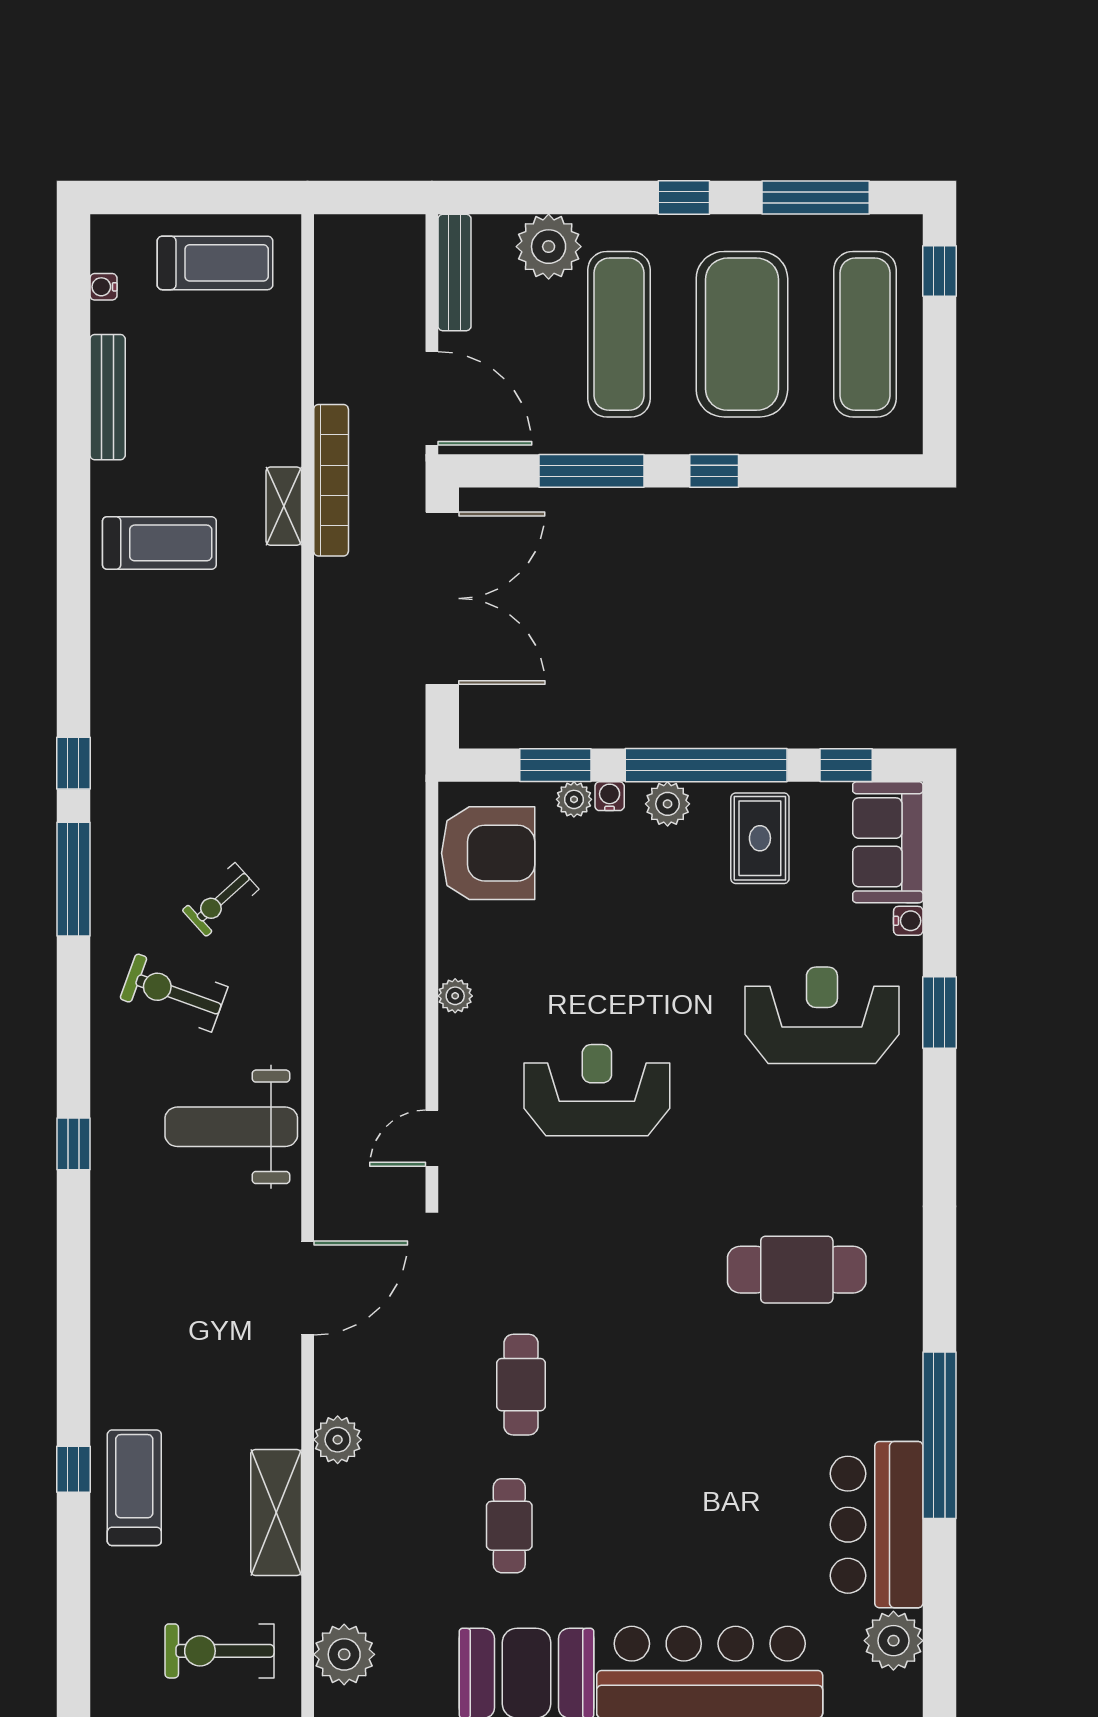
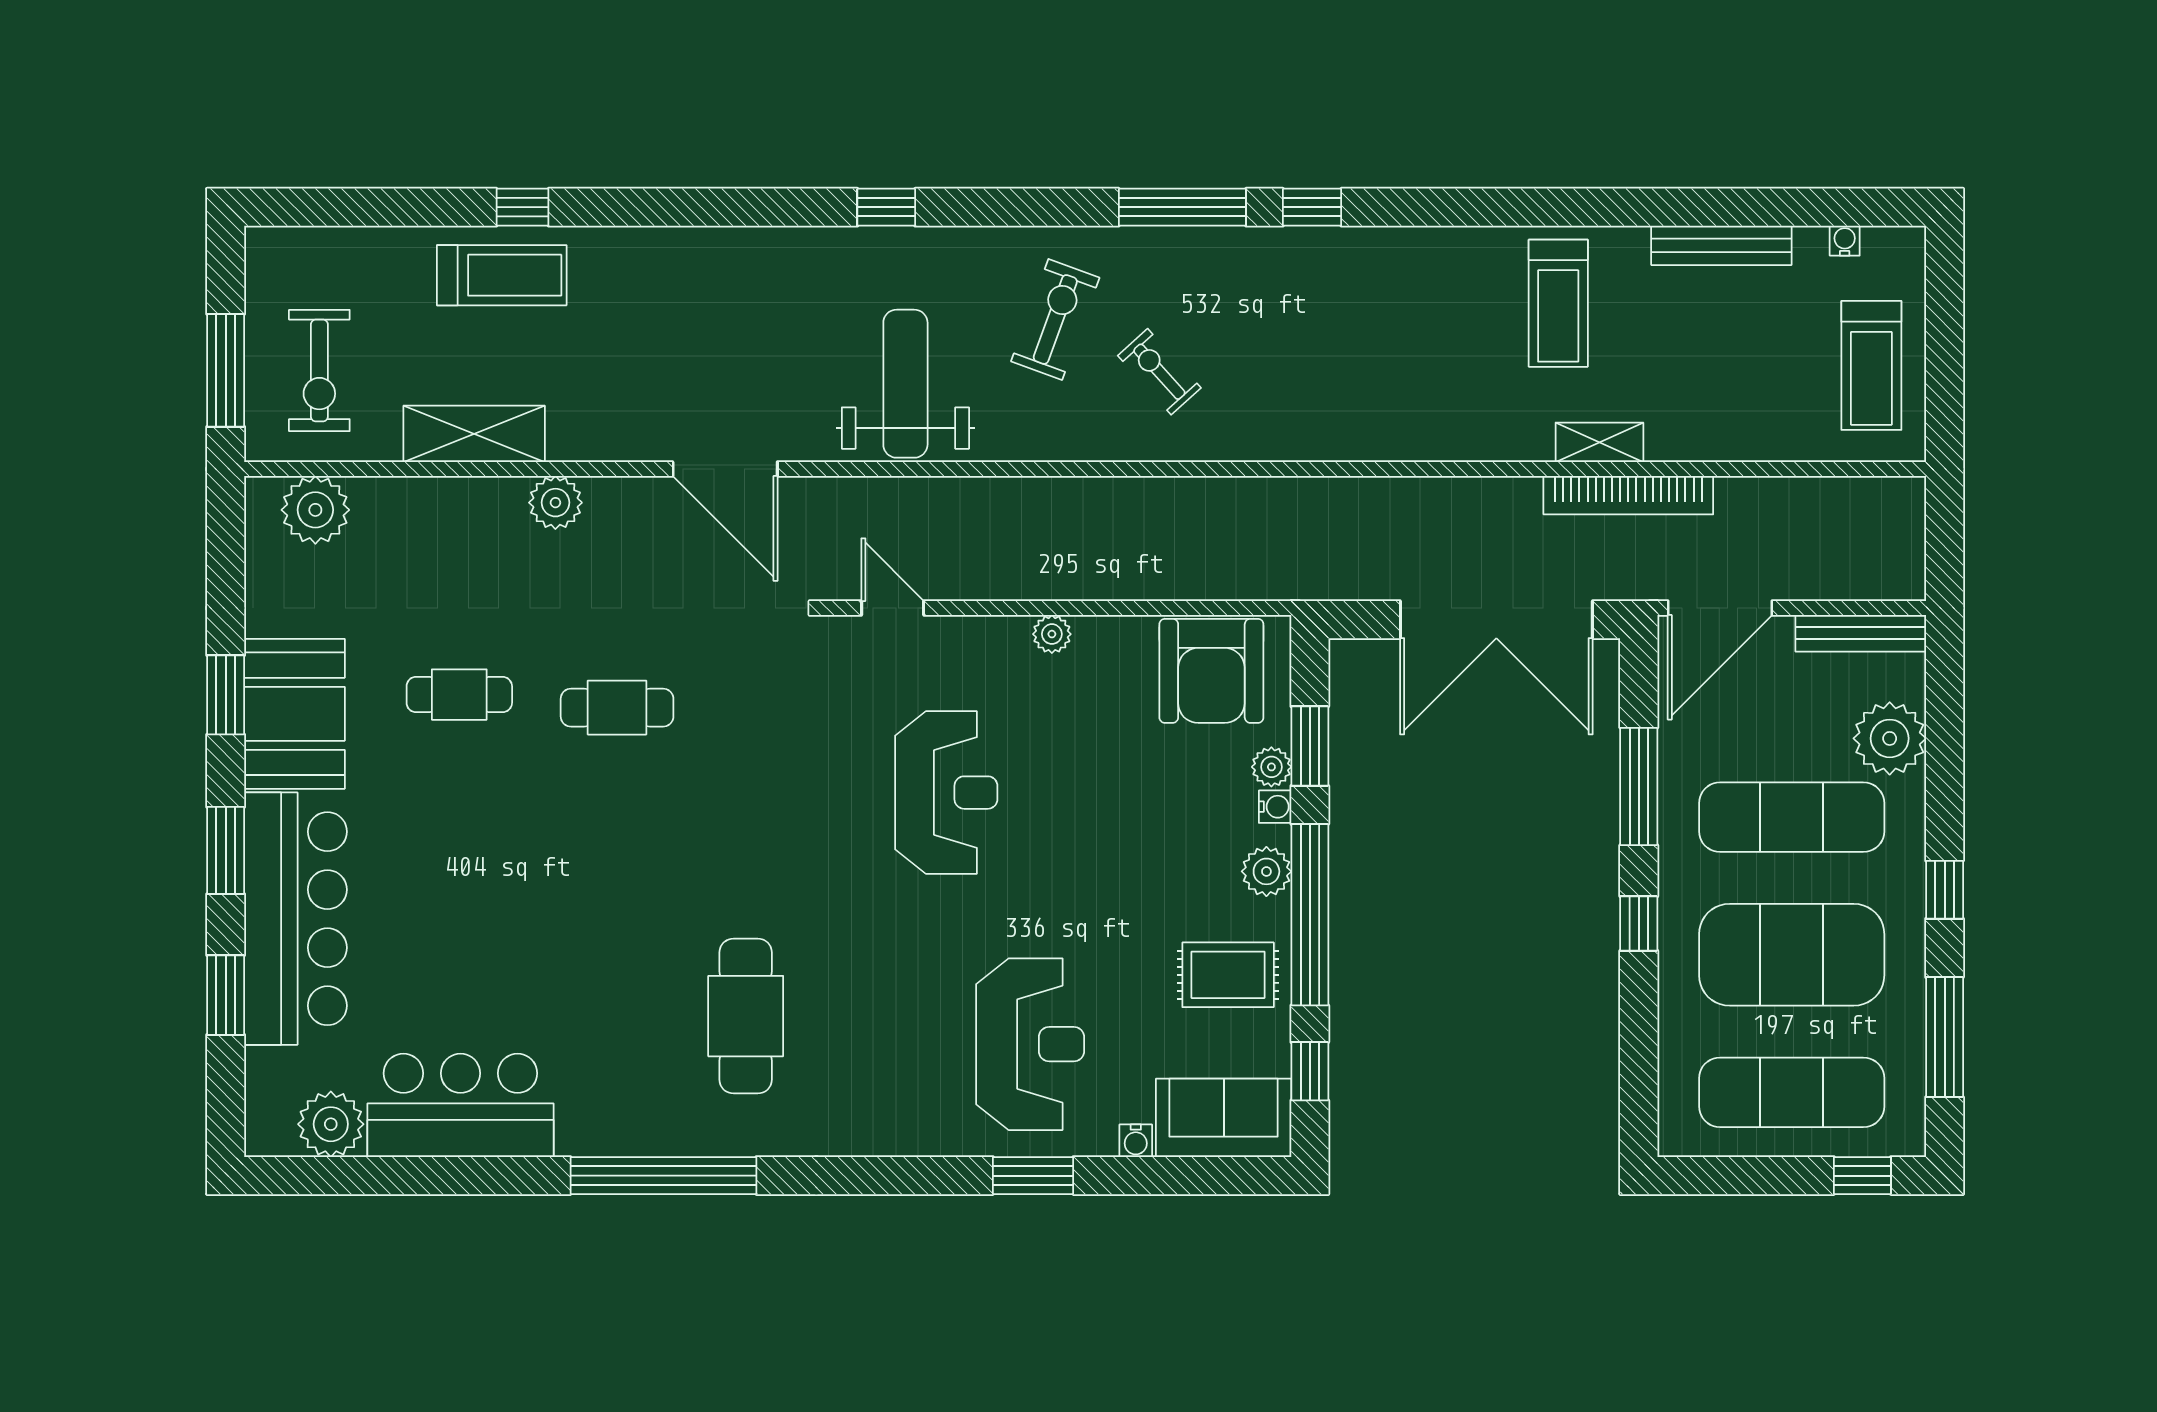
window: (939, 1435) -> (663, 1176), moved
exercise bike: (220, 1651) -> (319, 371), turned 180

